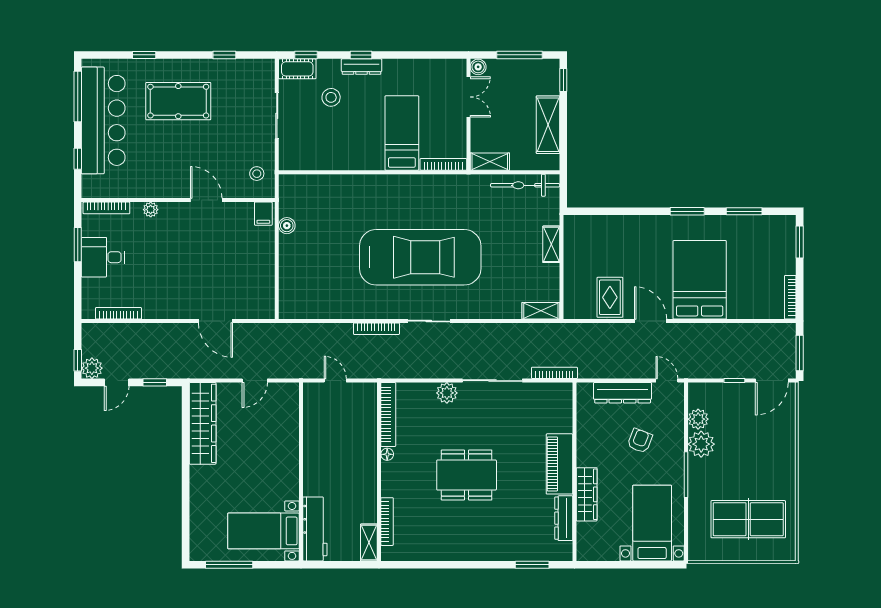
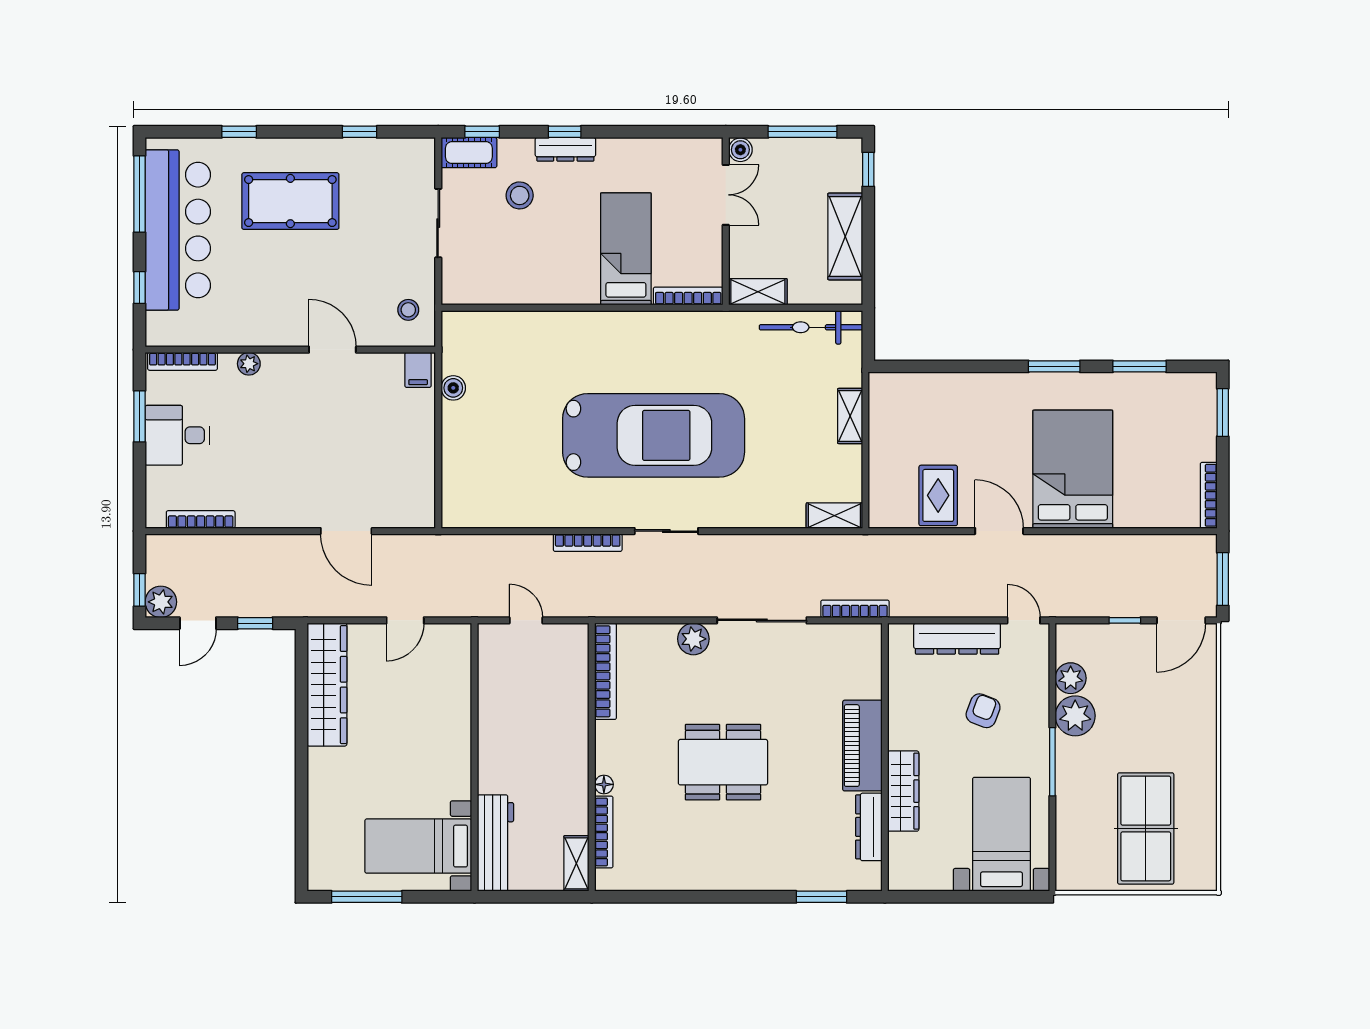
floor lamp: (387, 454) -> (604, 784), moved
table tennis table: (748, 519) -> (1146, 828), turned 90

